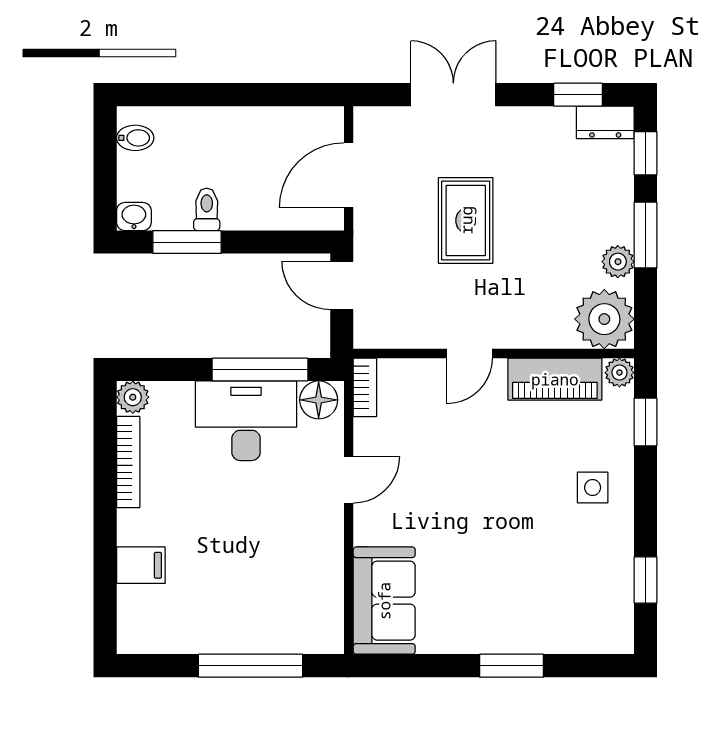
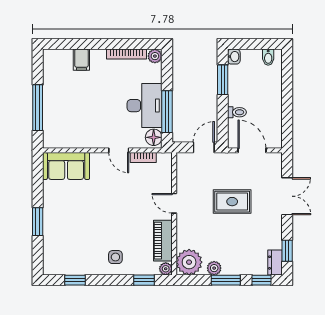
toilet: (207, 209) -> (237, 112), moved
bookcase: (365, 387) -> (143, 158), moved

